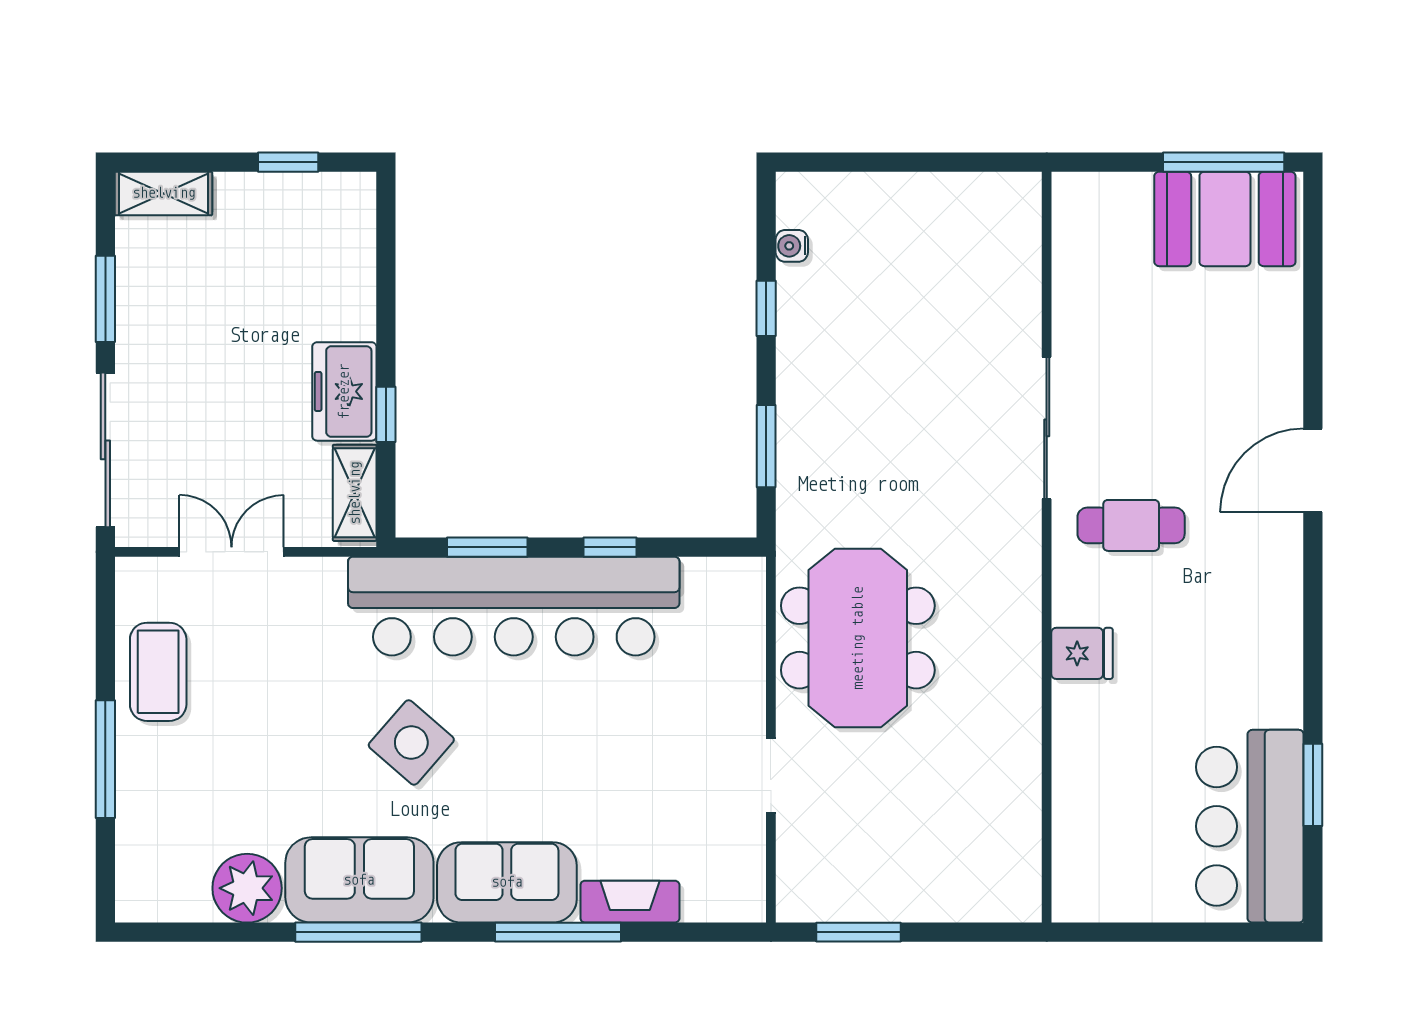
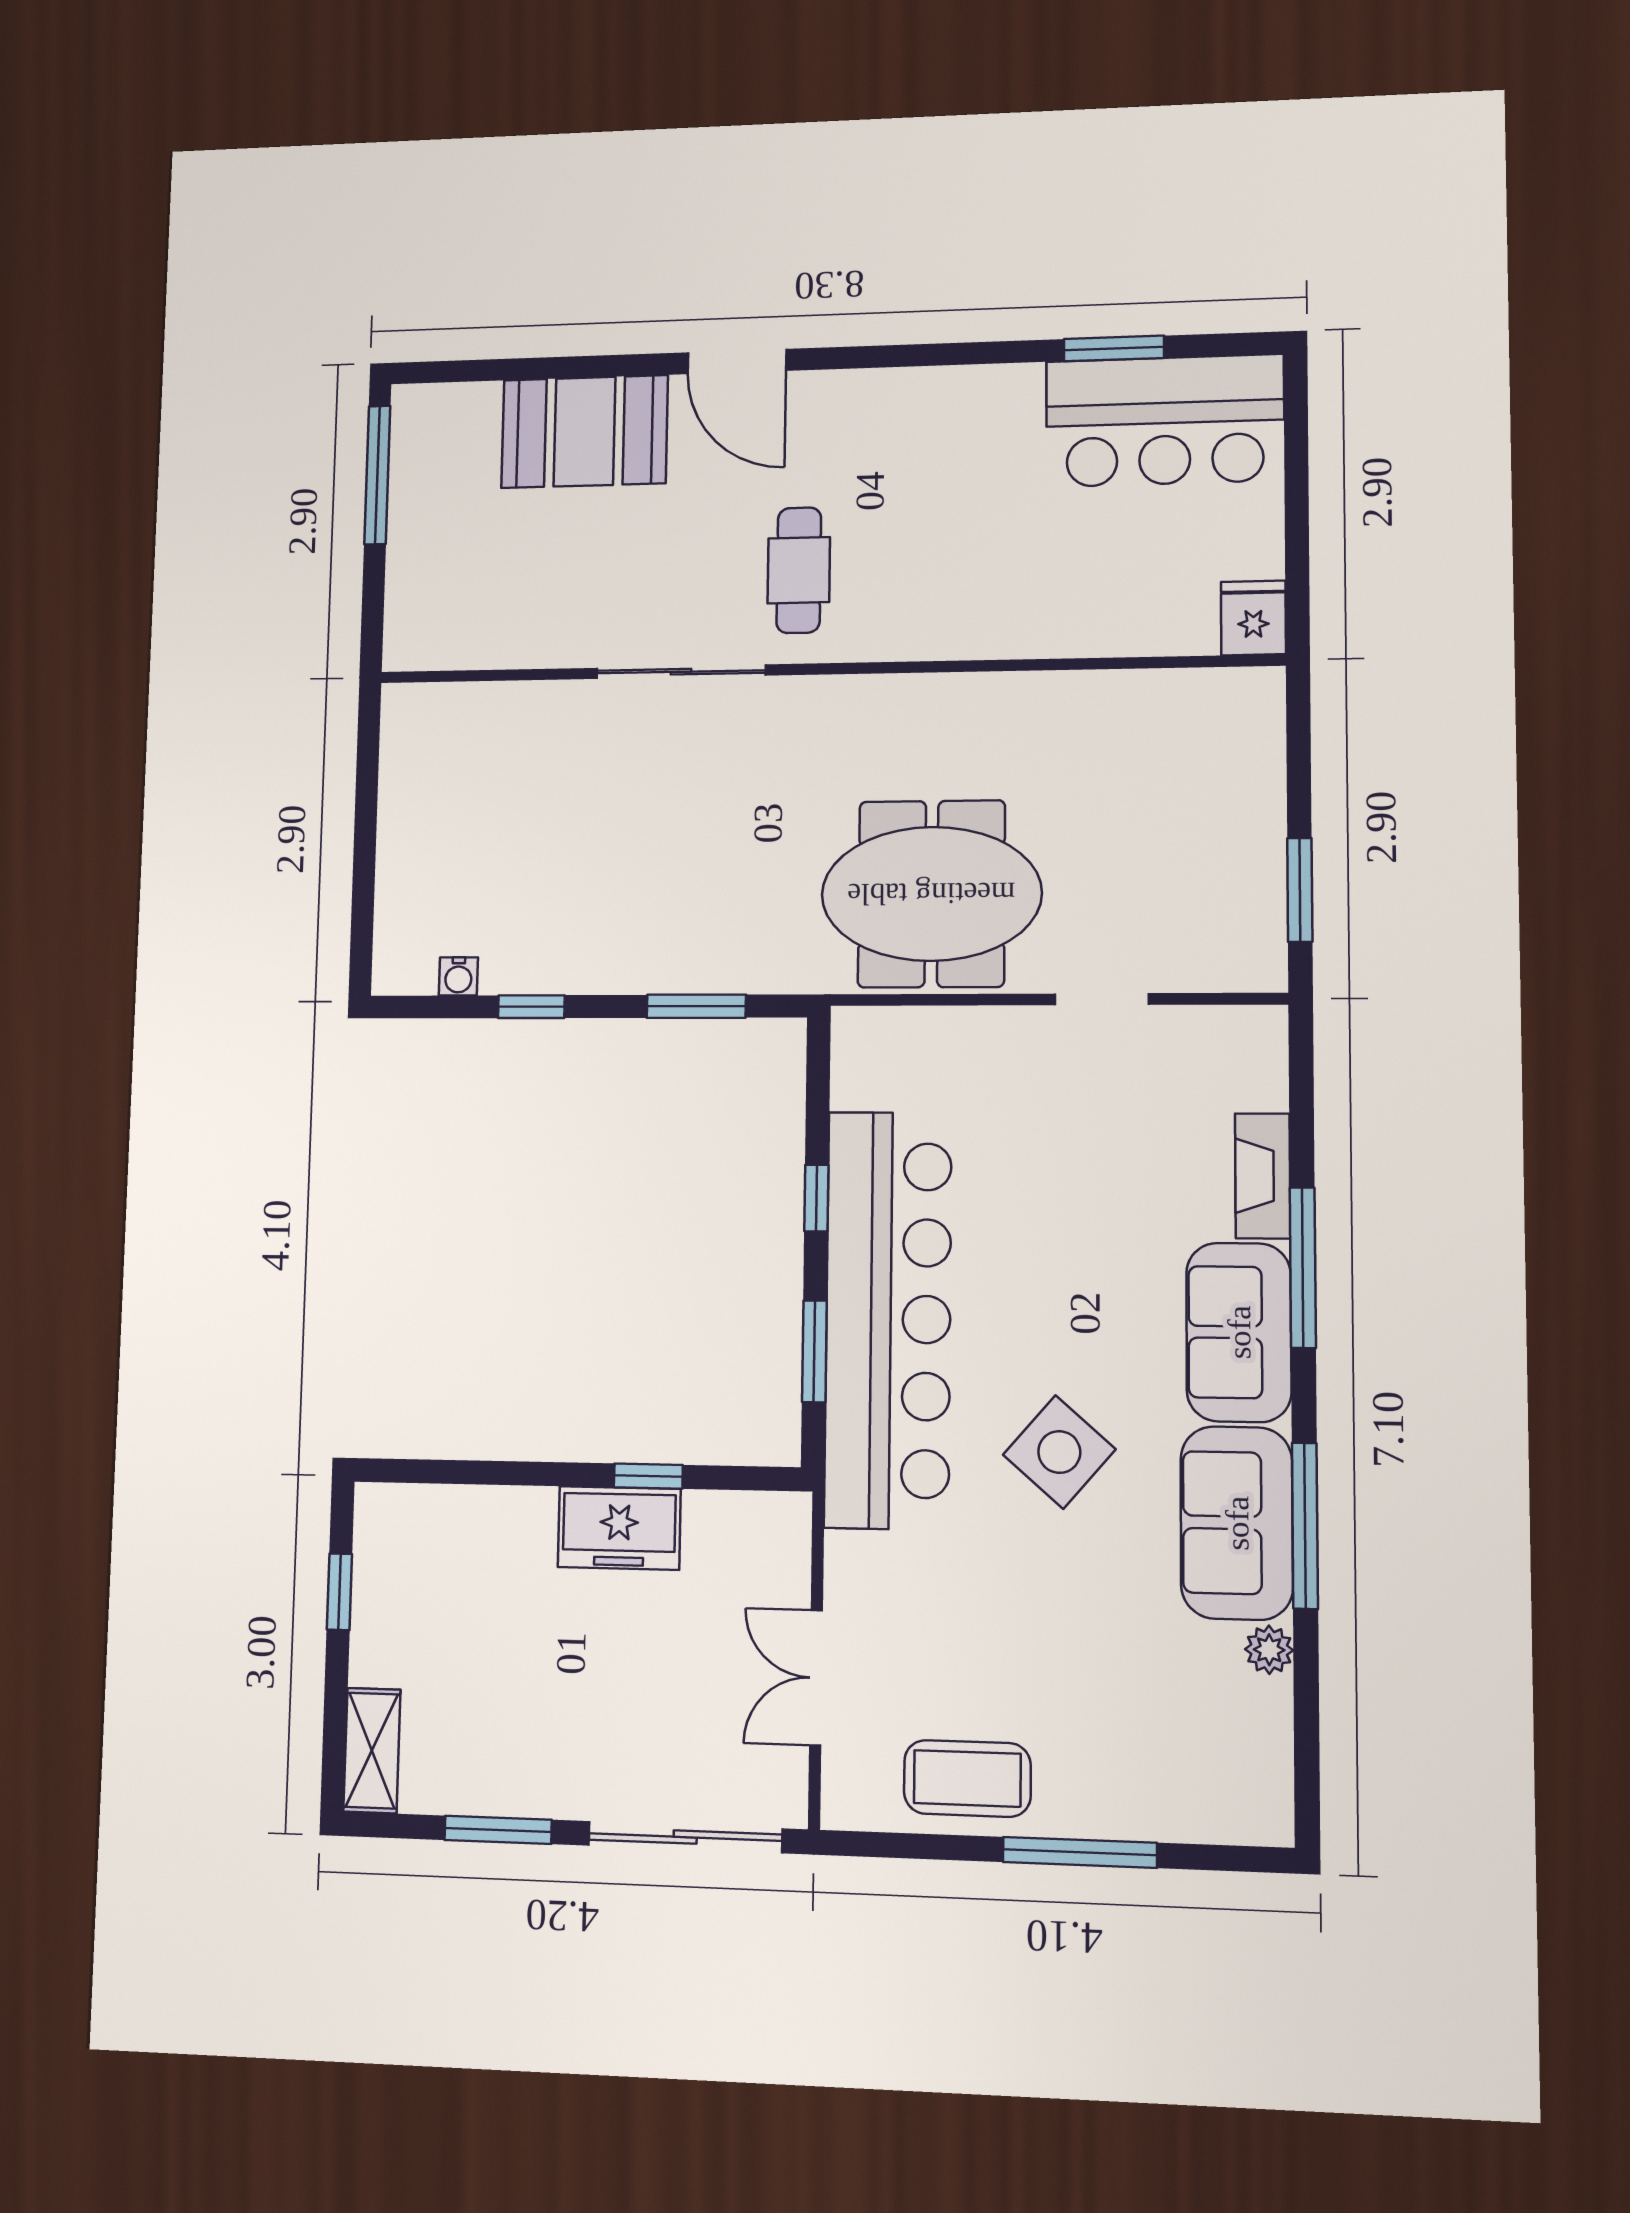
booth: (1225, 219) -> (585, 432), moved, turned 90
shelving: (355, 493) -> (744, 1518), removed
fridge: (1082, 653) -> (1253, 618), moved
plant: (247, 888) -> (1269, 1650), width x0.53, depth x0.53

